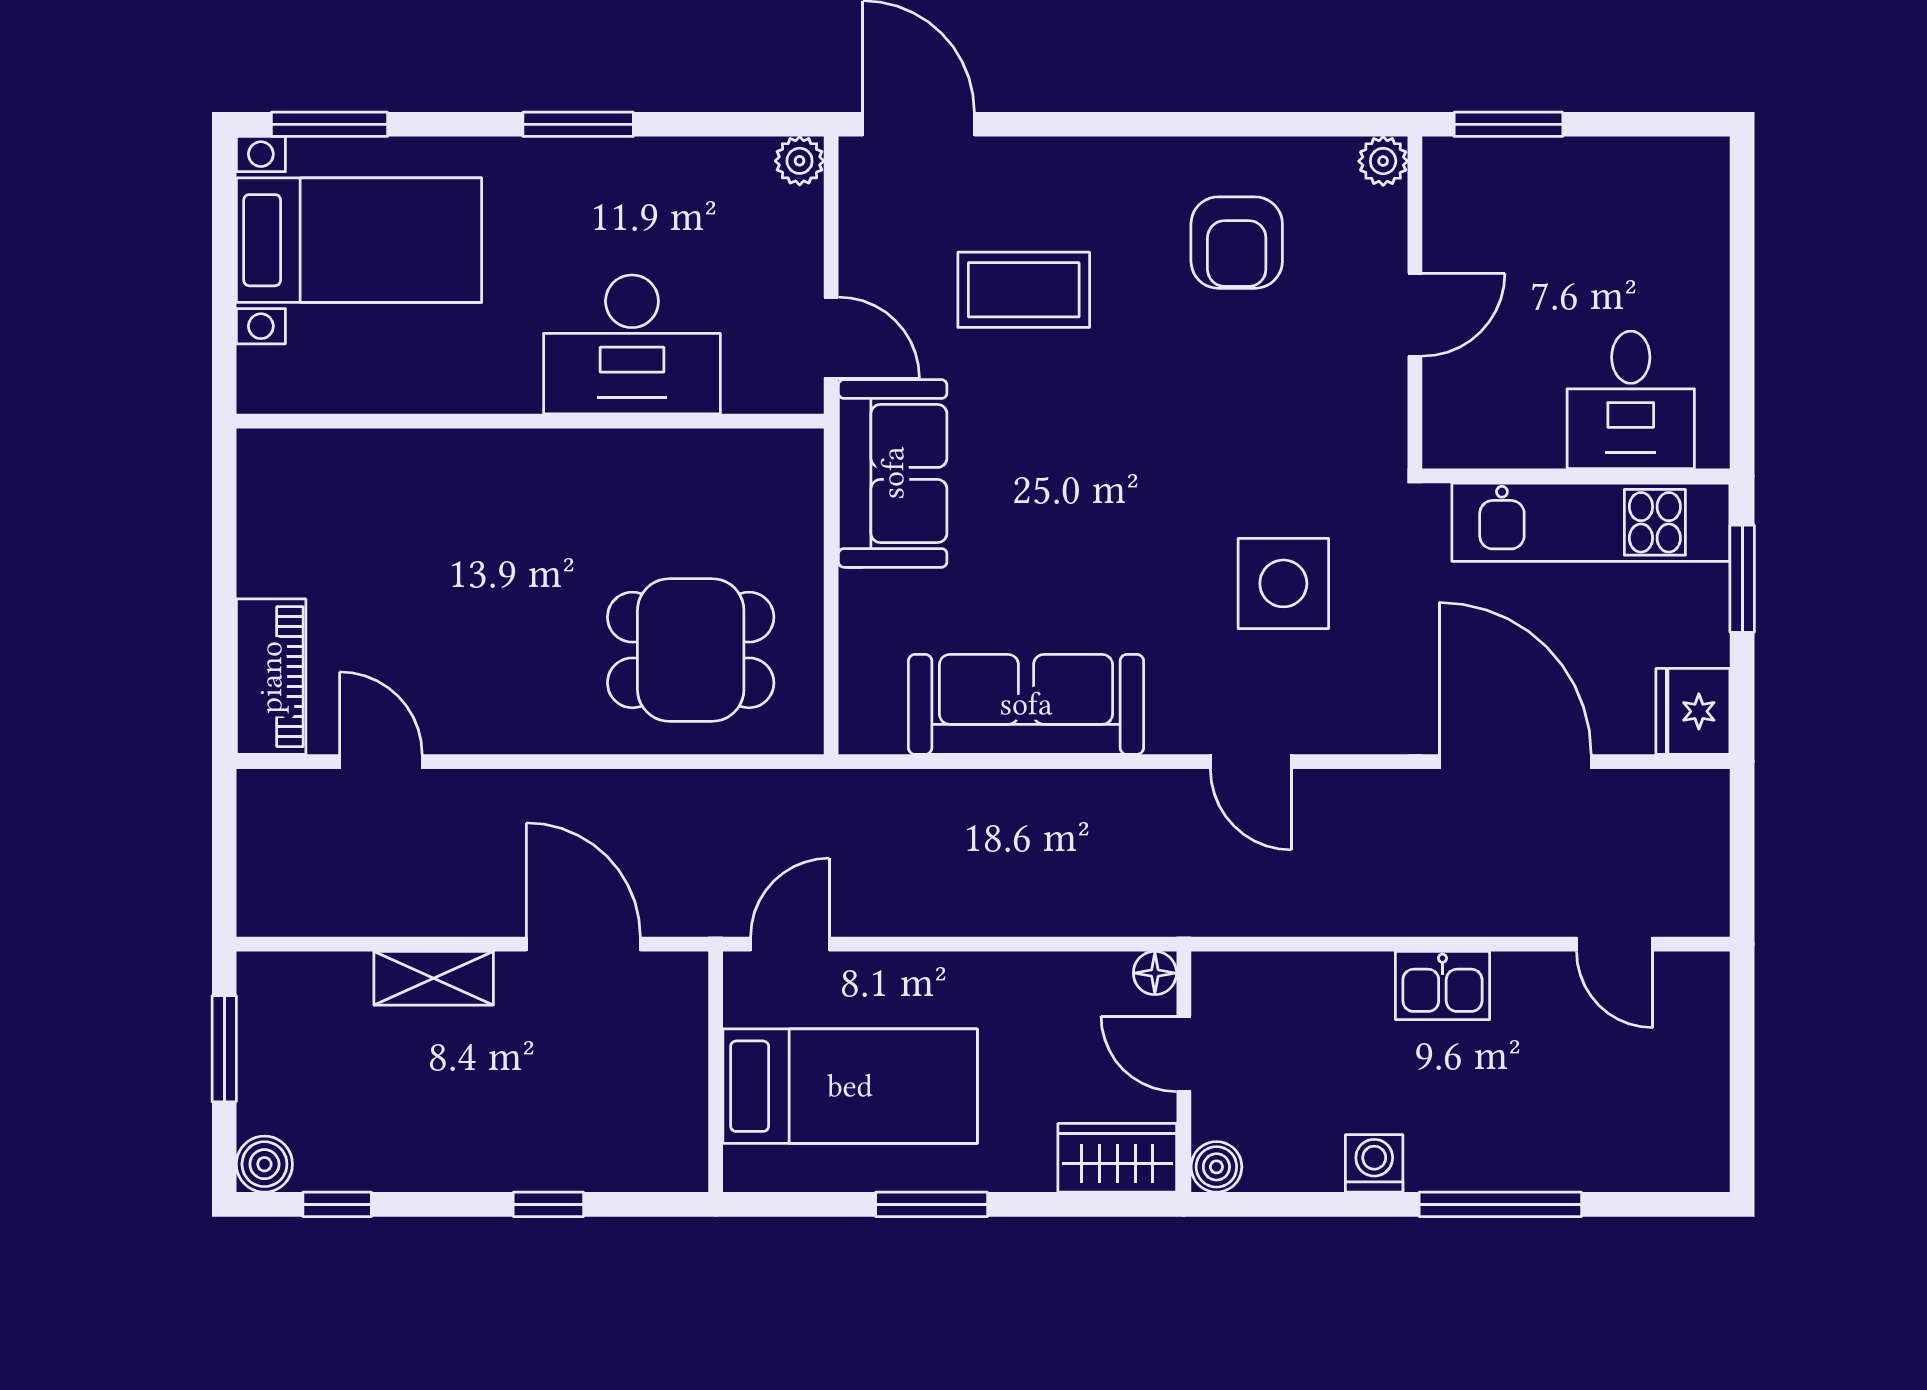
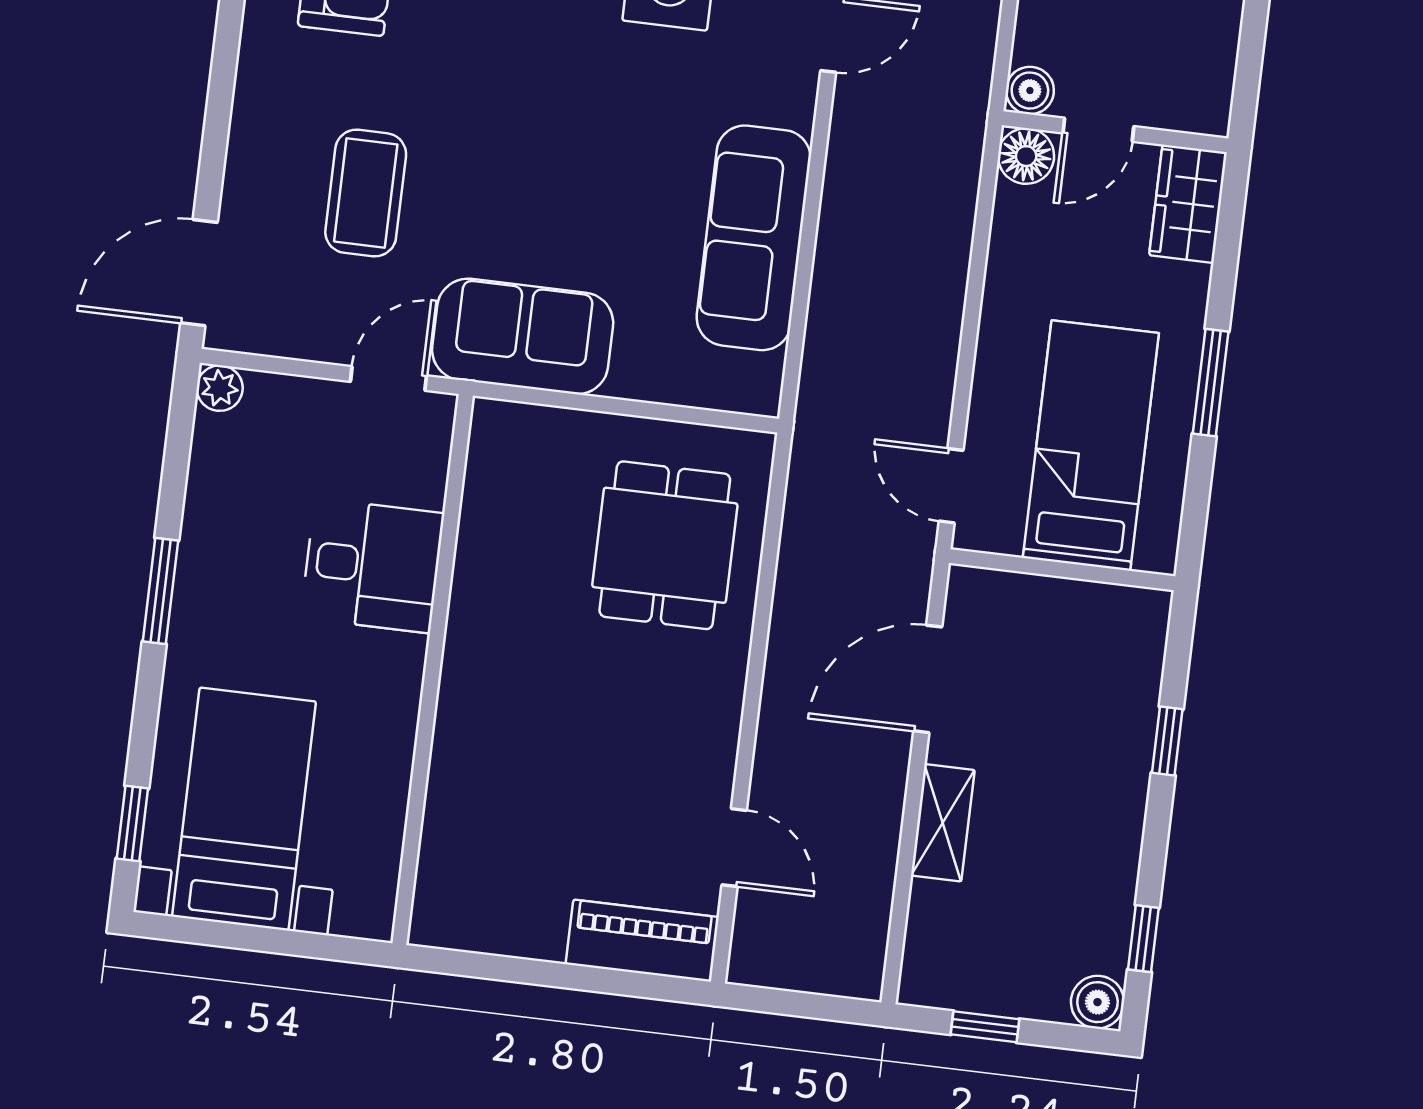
window: (329, 124) -> (132, 824), width x0.67
desk: (632, 344) -> (372, 566), width x0.73
door: (381, 762) -> (734, 848), swing flipped
floor lamp: (1155, 973) -> (1026, 156), width x1.37, depth x1.37
window: (224, 1049) -> (985, 1027), width x0.67
boiler: (1216, 1167) -> (1030, 91), moved

